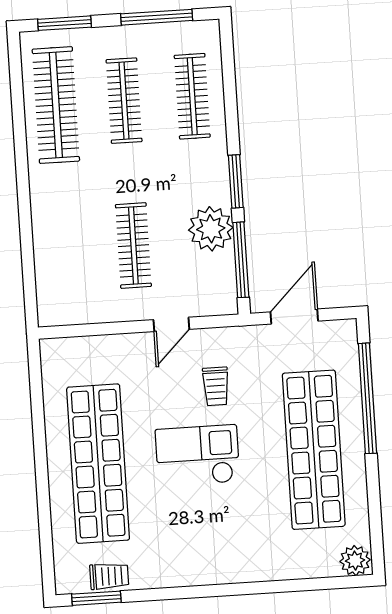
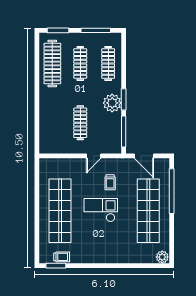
plant: (211, 229) -> (112, 103), moved
door: (294, 316) -> (144, 156), swing flipped

